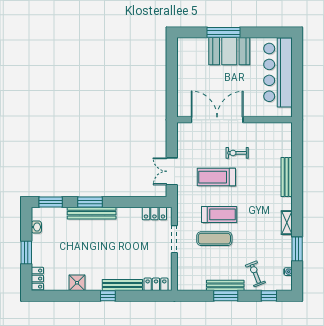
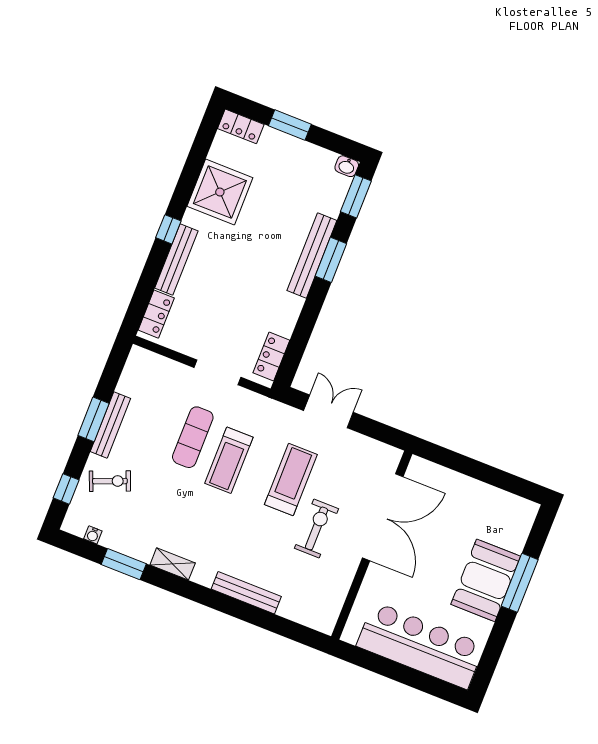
exercise bike: (237, 153) -> (317, 528), width x1.38, depth x1.39
washbasin: (36, 227) -> (347, 166), moved
shower: (77, 283) -> (220, 192), width x1.86, depth x1.86

